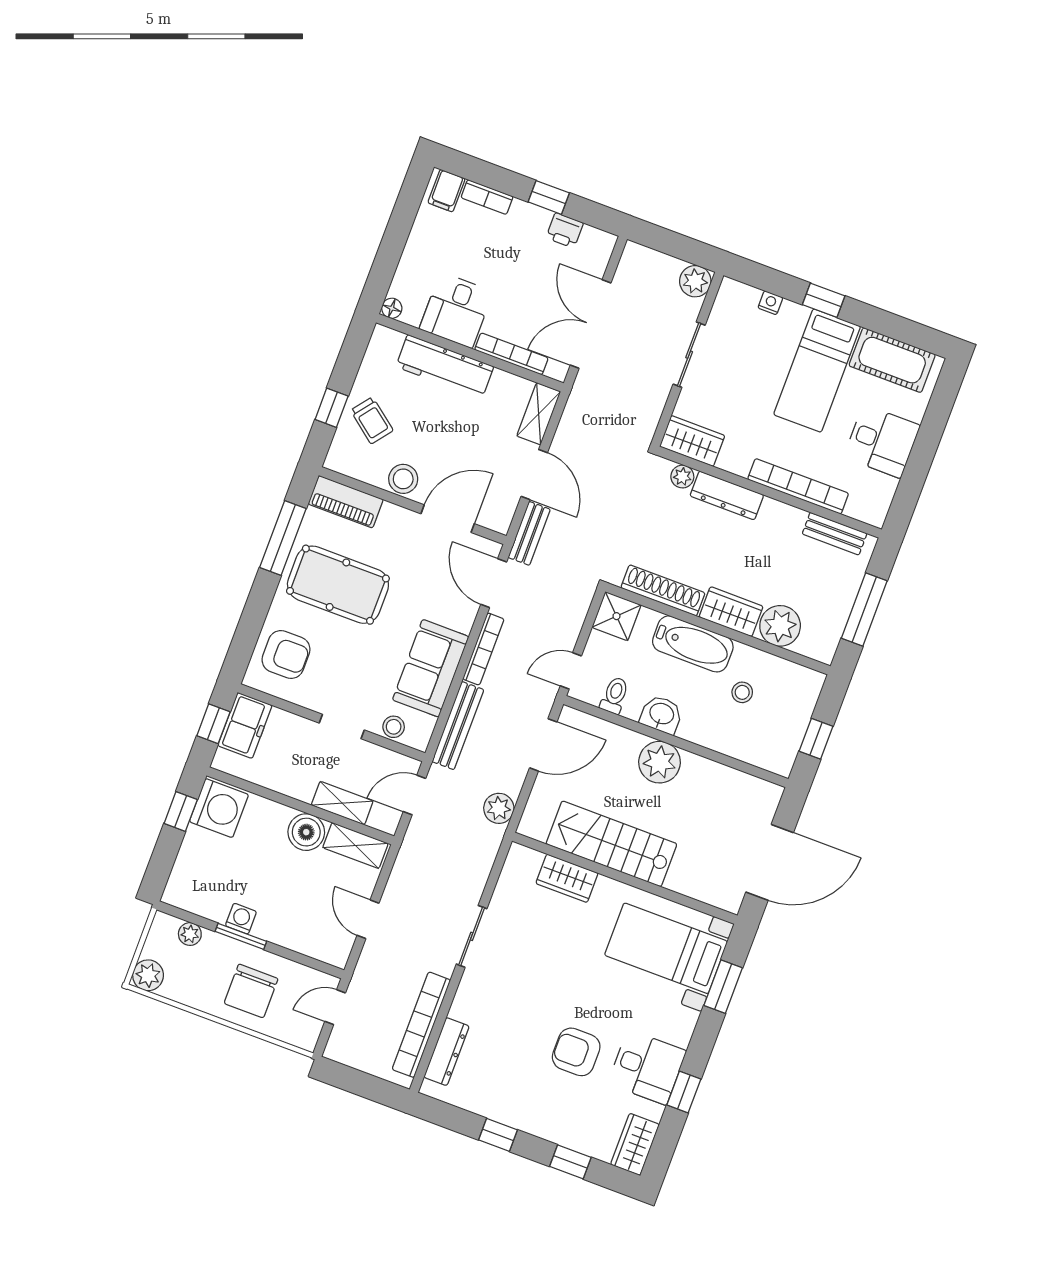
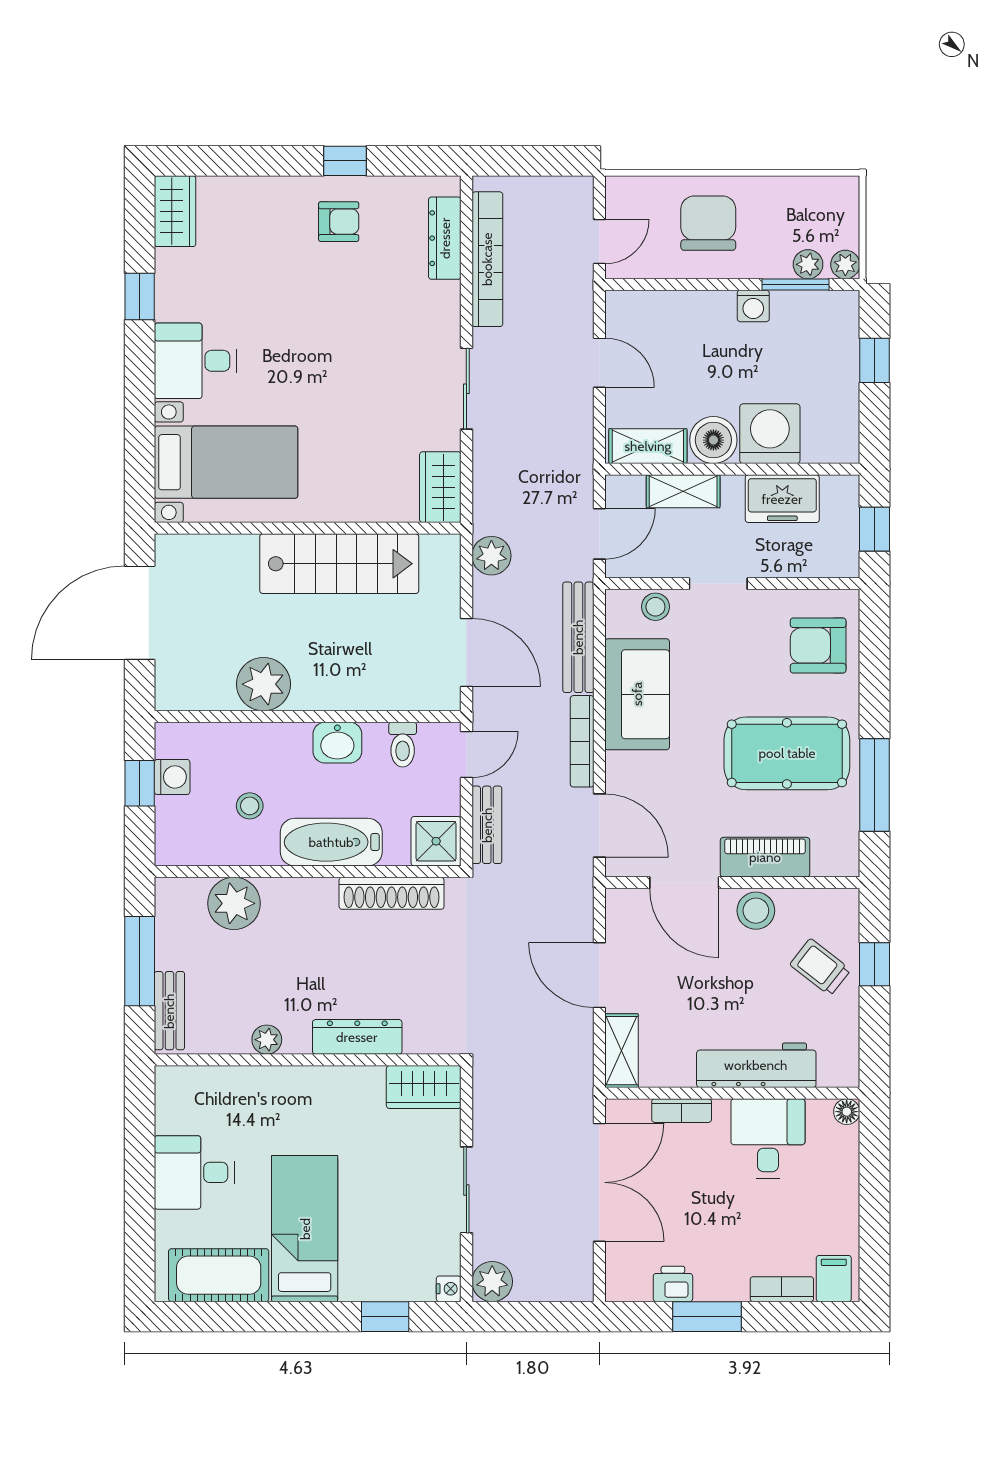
window: (549, 197) -> (707, 1317), width x1.50
window: (824, 300) -> (385, 1317), moved
nightstand: (770, 303) -> (449, 1289), moved, turned -90
bookcase: (511, 354) -> (682, 1111), width x0.64
plant: (682, 477) -> (267, 1040), moved
bookcase: (798, 486) -> (275, 1080), removed
piano: (346, 502) -> (765, 857), moved
door: (448, 519) -> (684, 883), hinge flipped
bench: (529, 533) -> (487, 825), moved
bench: (835, 534) -> (169, 1011), moved, turned 90
wardrobe: (731, 612) -> (300, 898), removed
freezer: (245, 725) -> (782, 499), moved, turned -90
washing machine: (791, 734) -> (172, 777), added
door: (543, 745) -> (466, 653), swing flipped
plant: (659, 762) -> (264, 684), moved
washing machine: (219, 808) -> (770, 434), moved, turned 90
window: (181, 811) -> (874, 360), moved
wardrobe: (567, 878) -> (440, 487), moved, turned -90
window: (241, 936) -> (796, 285), moved
plant: (148, 975) -> (845, 265), moved, width x0.73, depth x0.73
window: (723, 987) -> (140, 442), removed
armchair: (576, 1052) -> (339, 222), moved, width x0.72, depth x0.72
desk: (647, 1067) -> (195, 361), moved
window: (570, 1162) -> (245, 161), removed

